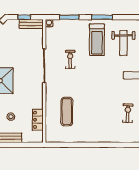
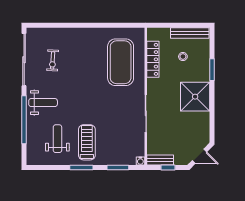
exercise bike: (70, 59) -> (117, 120), removed
exercise mat: (67, 112) -> (121, 62), width x2.00, depth x1.45
locker: (38, 120) -> (153, 59), width x1.53

